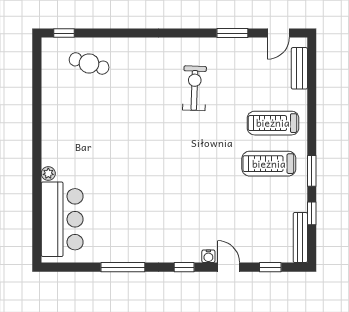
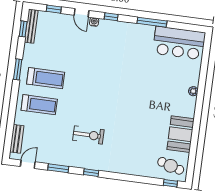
window: (183, 33) -> (91, 173), added
cafe table: (89, 63) -> (171, 166), moved
exercise bike: (194, 88) -> (88, 135), turned -92
booth: (59, 107) -> (181, 134), added
window: (312, 213) -> (23, 29), moved
bar counter: (62, 219) -> (179, 43), moved, turned -90

